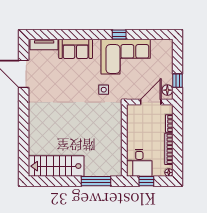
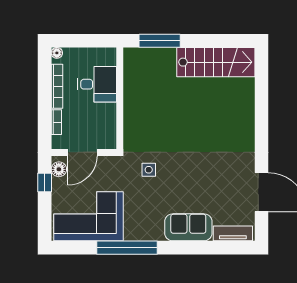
window: (119, 35) -> (127, 248), width x3.17
corner sofa: (126, 57) -> (89, 216), moved
desk: (139, 163) -> (97, 84), moved, turned 90
window: (146, 181) -> (88, 41), removed

